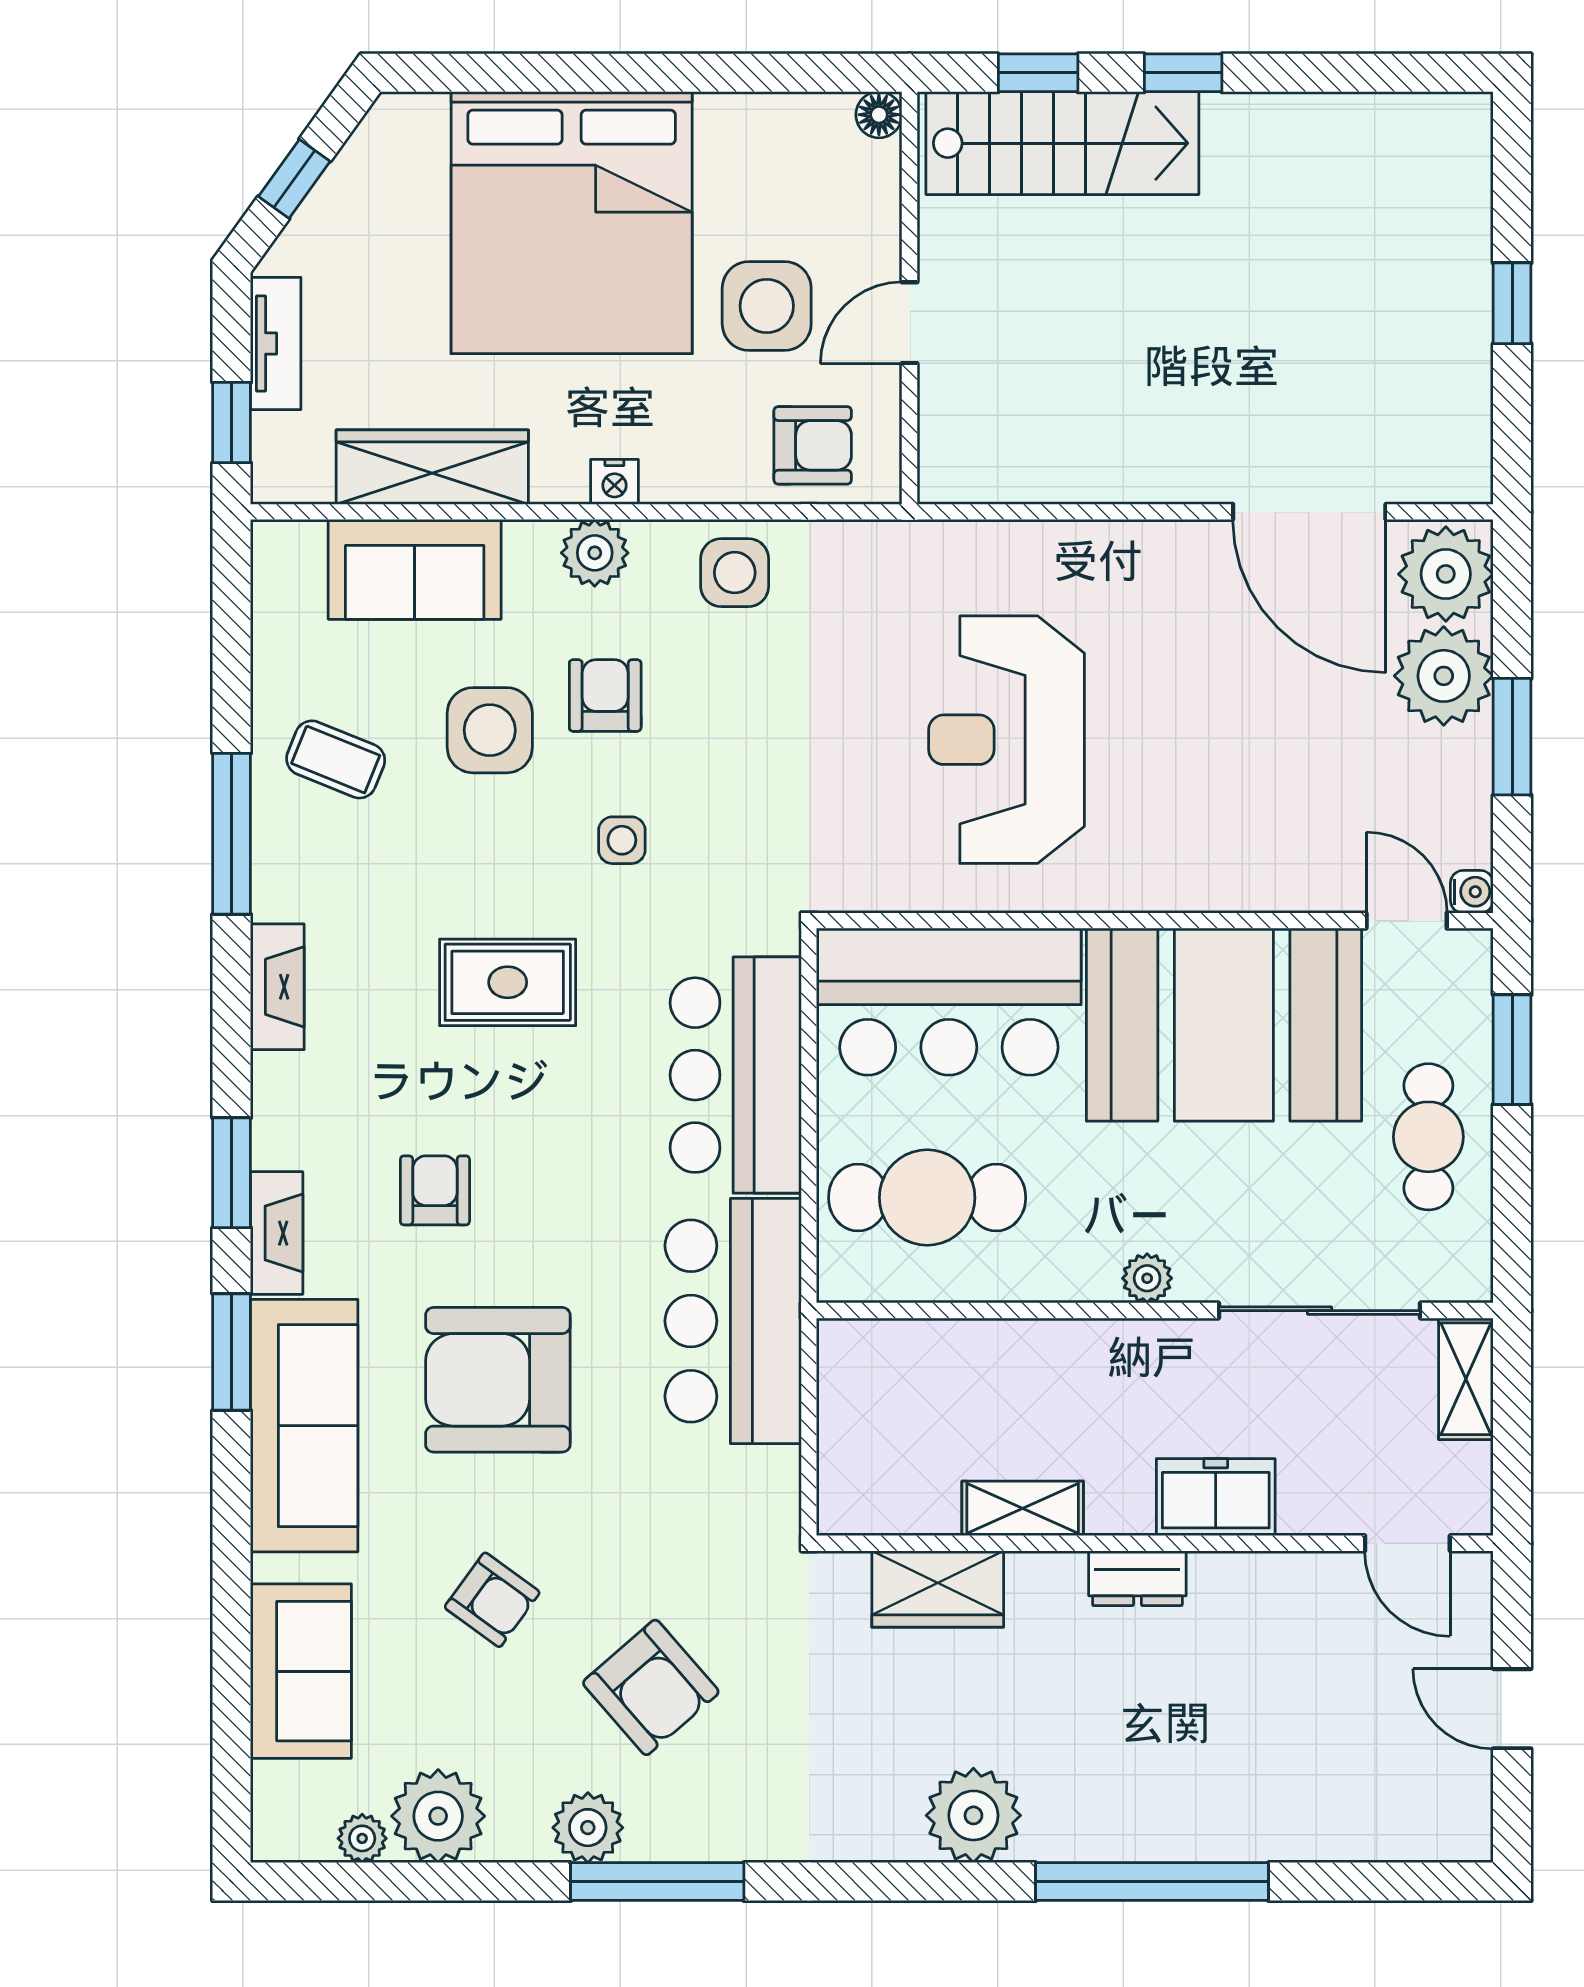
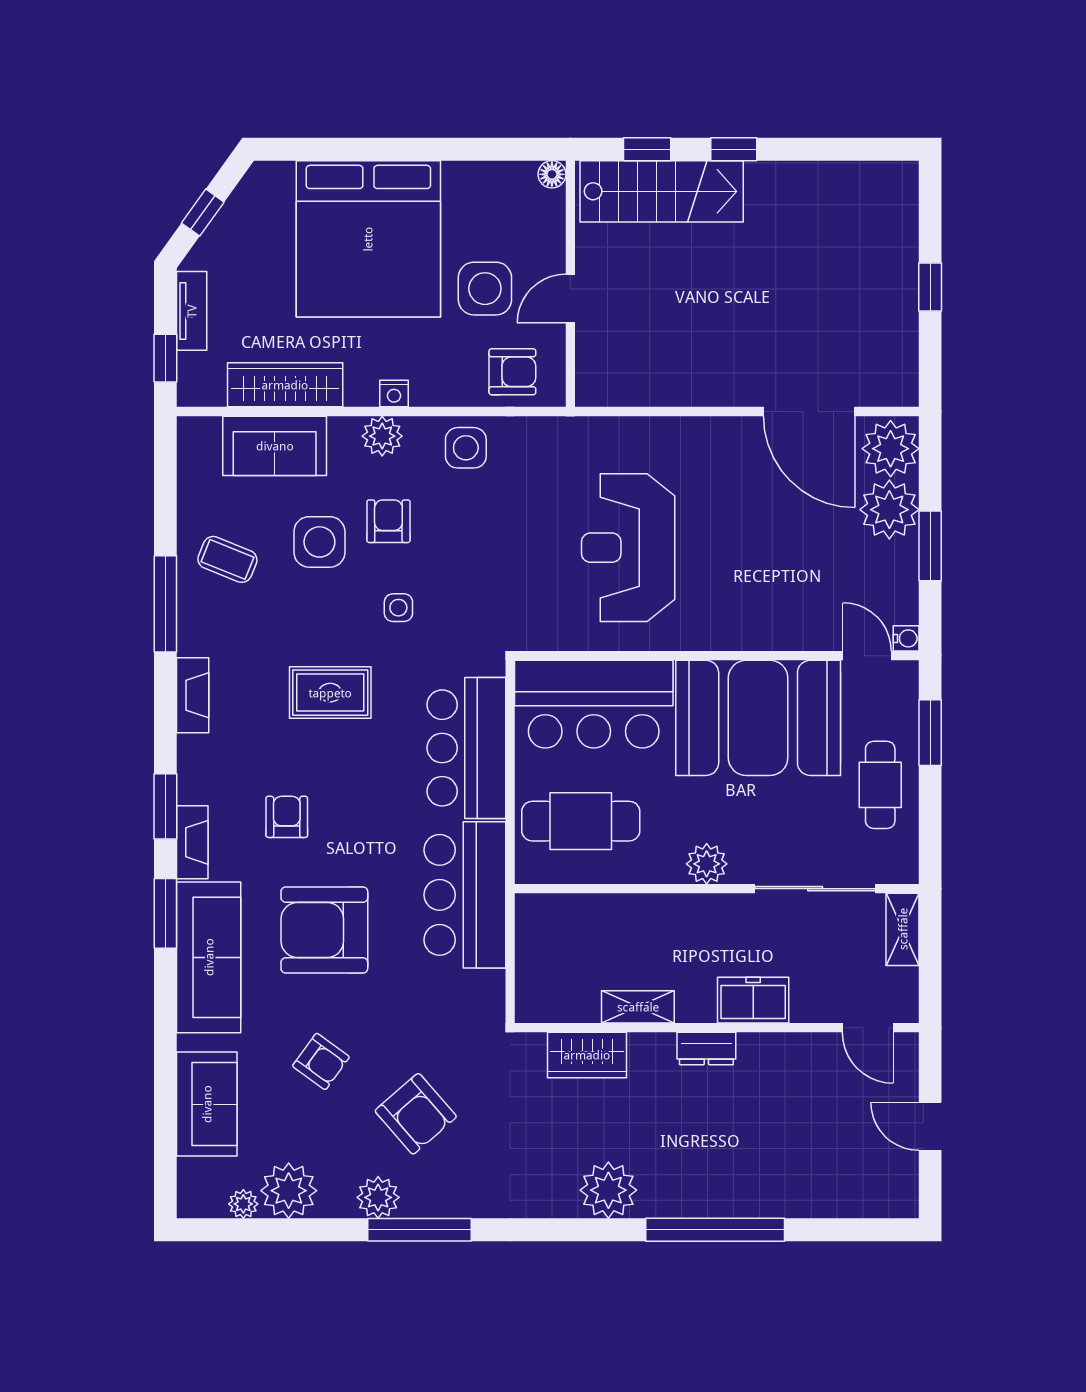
plant: (1147, 1278) -> (707, 864), width x1.38, depth x1.38

